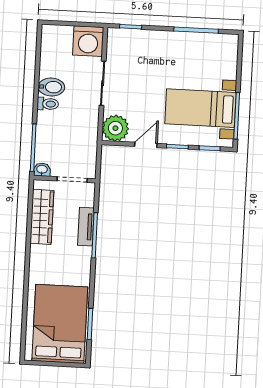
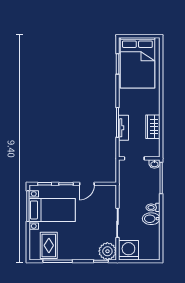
rug: (208, 55) -> (49, 245), added
plant: (115, 128) -> (107, 251), moved
wardrobe: (42, 217) -> (153, 127), width x0.67

